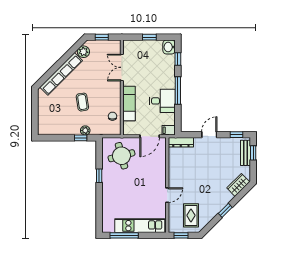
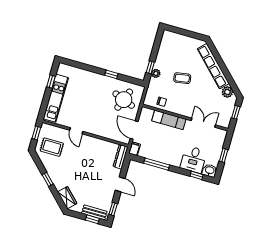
window: (178, 91) -> (157, 164), moved
desk: (162, 101) -> (193, 159), moved
round table: (121, 156) -> (124, 100), turned 36
window: (124, 235) -> (51, 82), width x0.46

